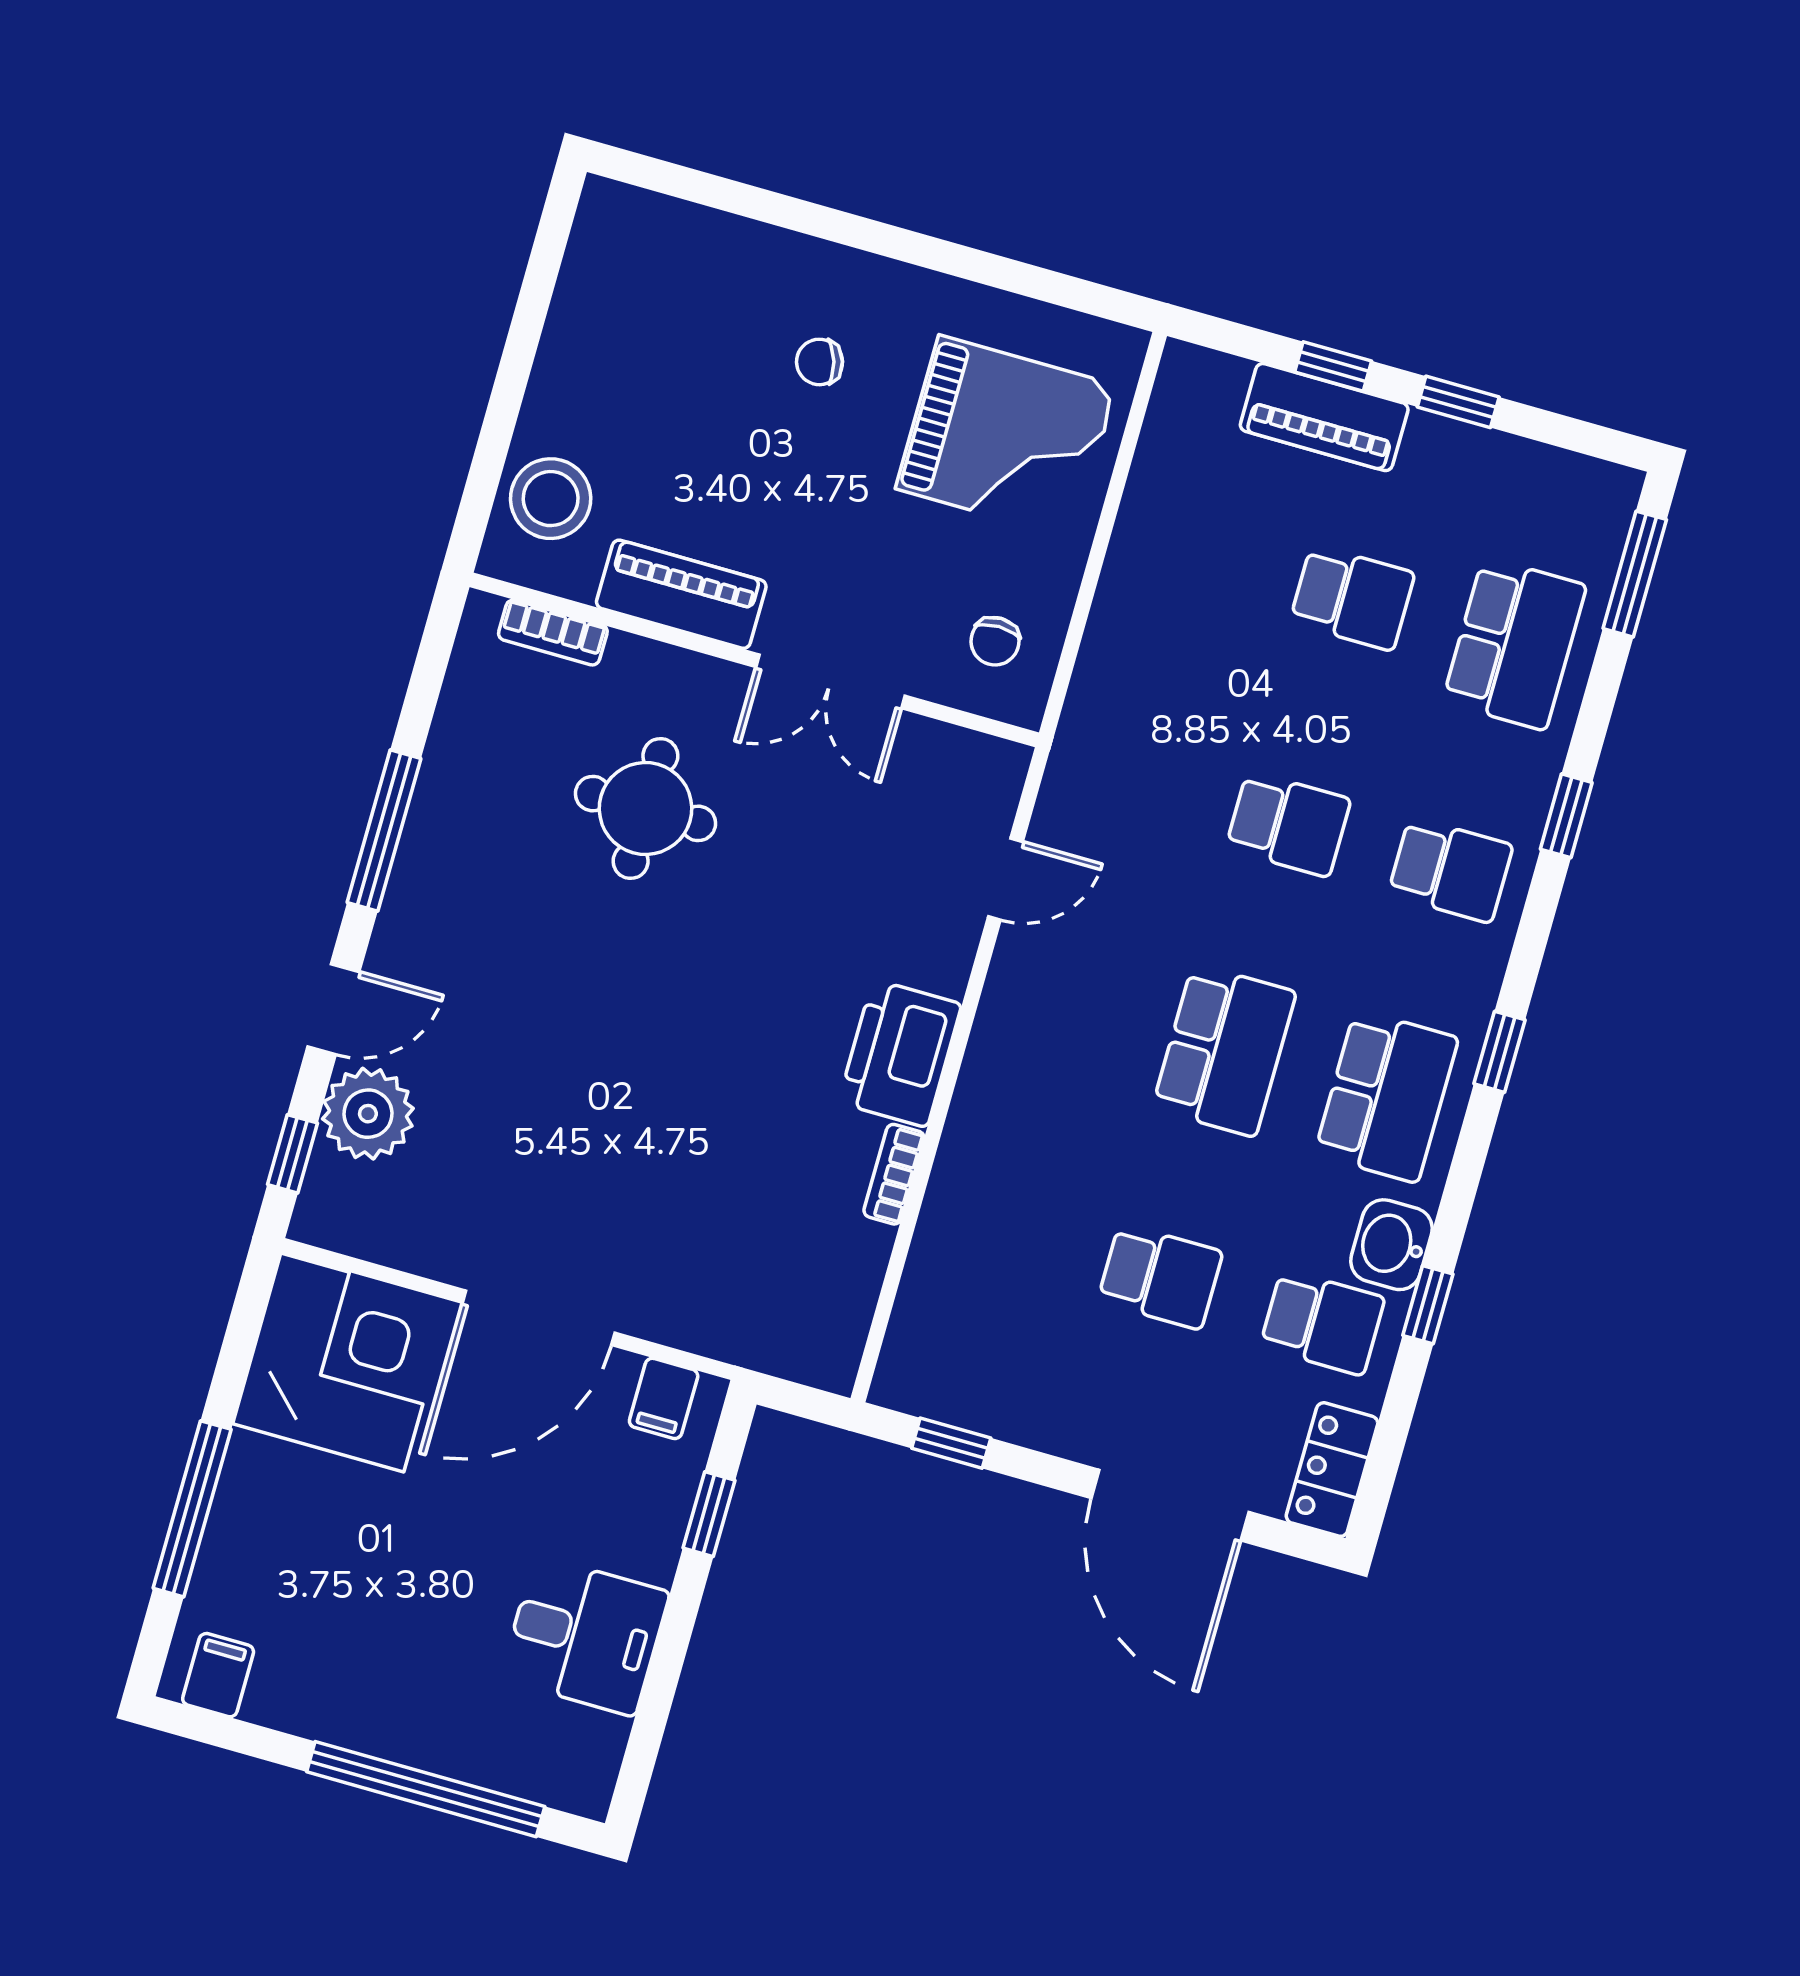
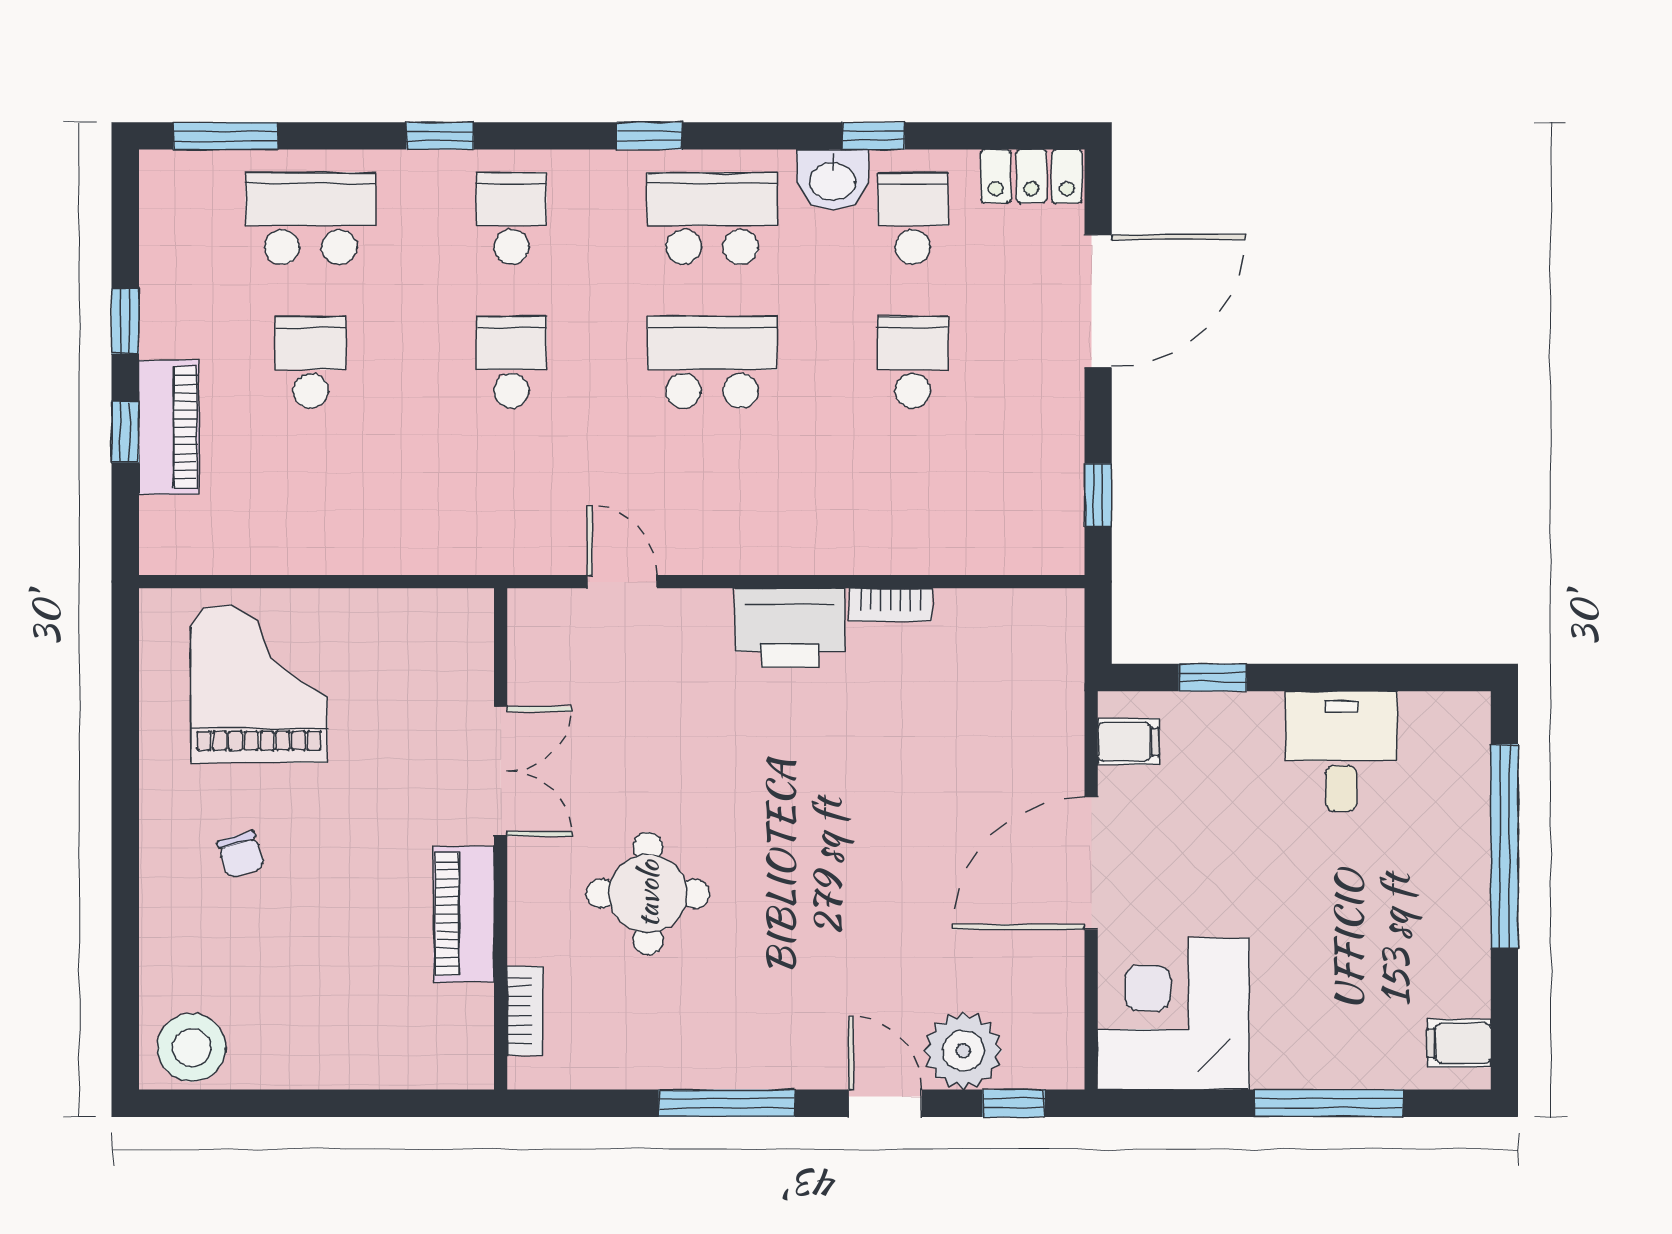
stool: (551, 499) -> (192, 1047), moved
chair: (995, 641) -> (429, 646), removed
door: (539, 1318) -> (1091, 863), swing flipped

